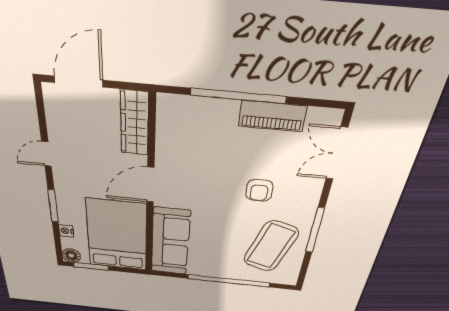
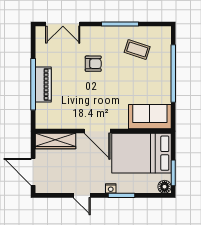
piano: (272, 116) -> (43, 84), moved
nightstand: (66, 231) -> (111, 188), moved
sofa: (170, 242) -> (150, 117), width x0.73
coffee table: (271, 246) -> (137, 49), width x0.54, depth x0.58

